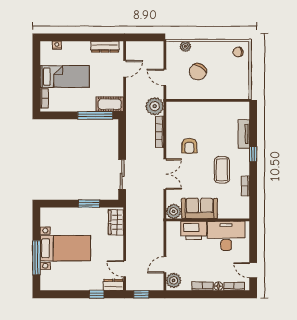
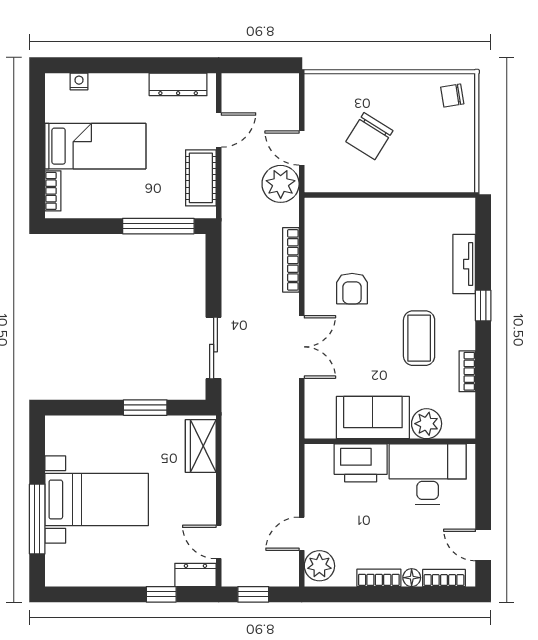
plant: (185, 46) -> (344, 84), removed
cot: (110, 104) -> (201, 178), moved, turned 90
plant: (155, 106) -> (281, 184), moved
plant: (173, 211) -> (427, 424), moved

